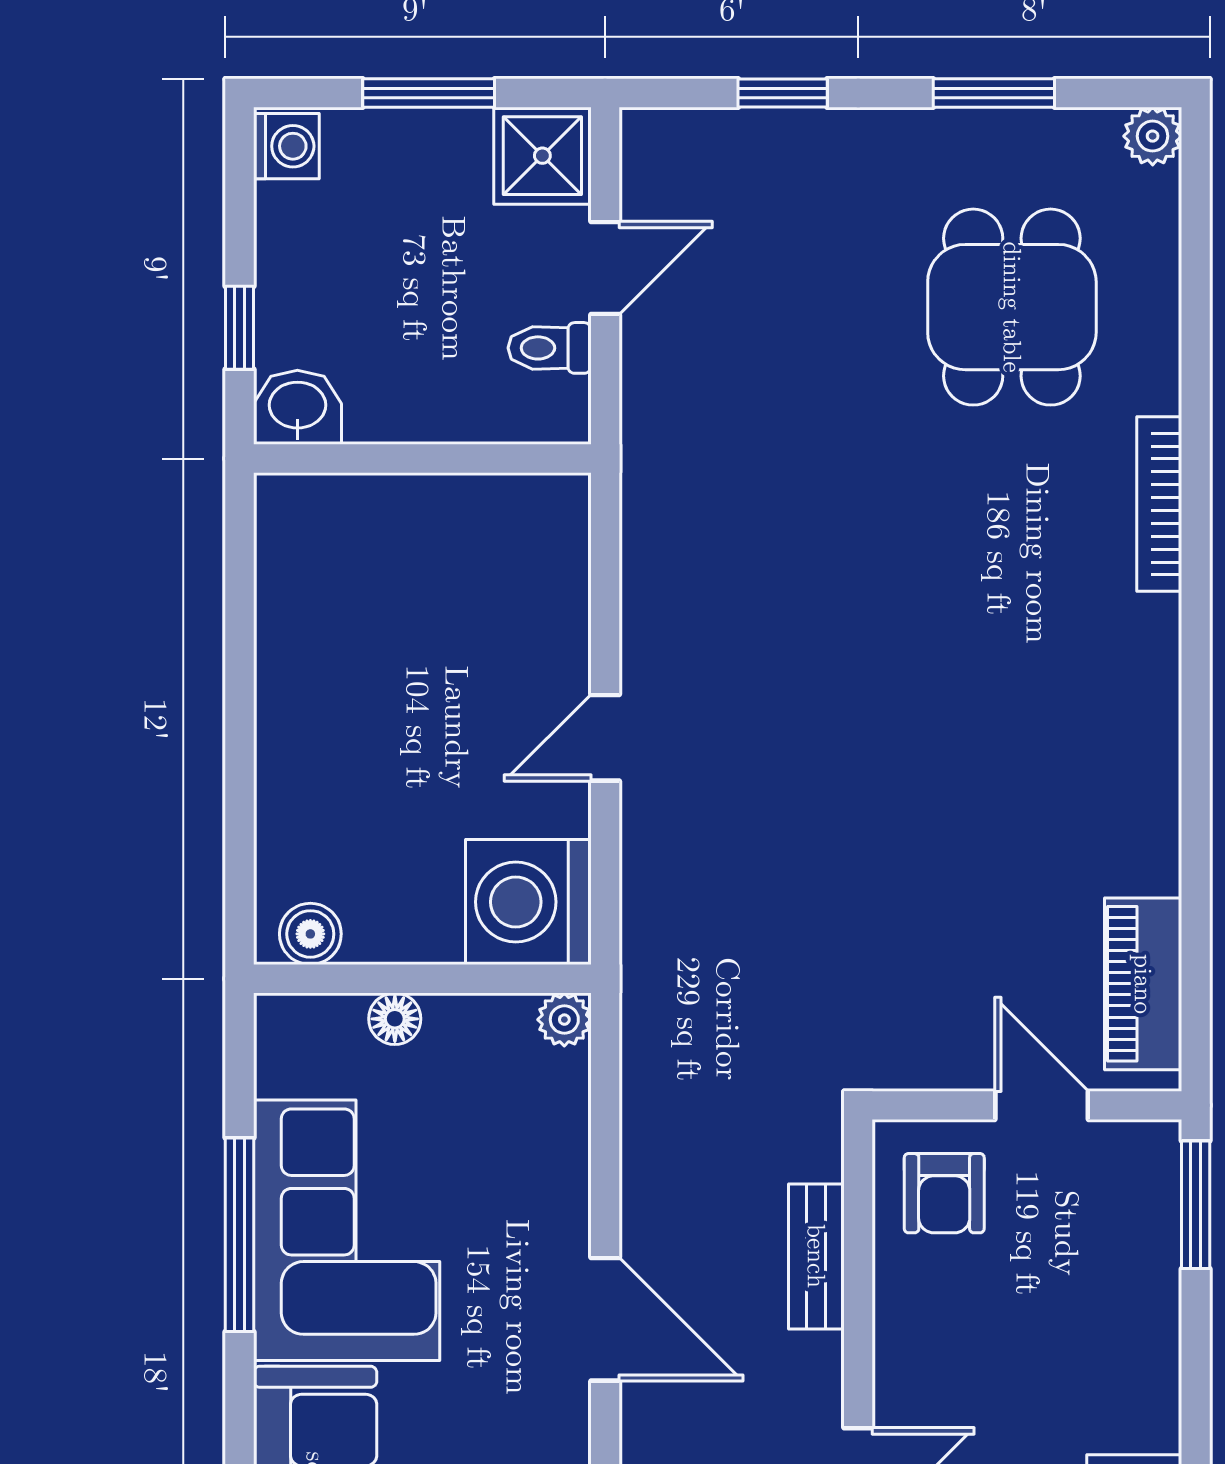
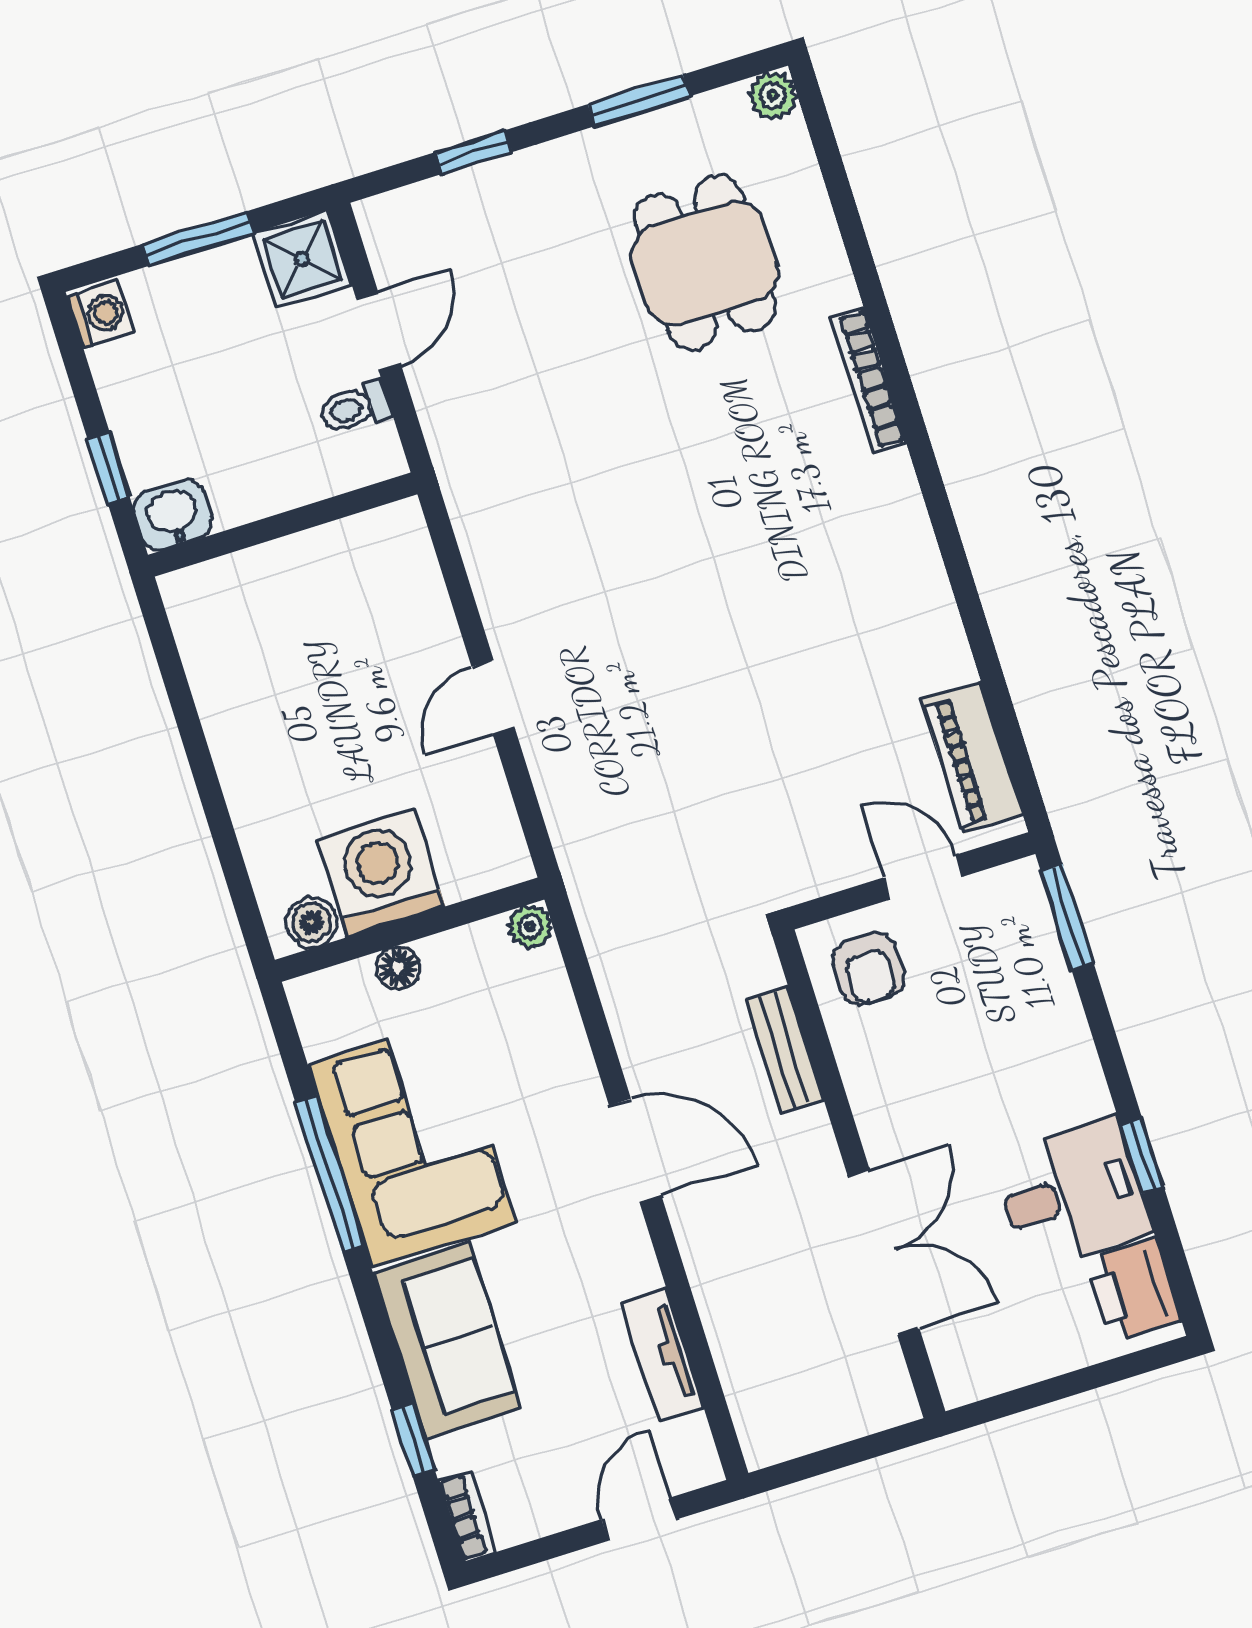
washing machine: (528, 902) -> (381, 873), moved, turned 90

